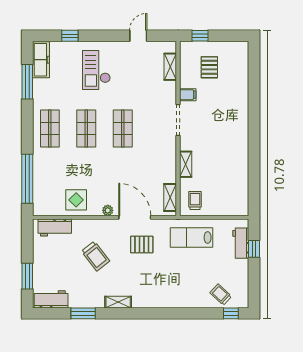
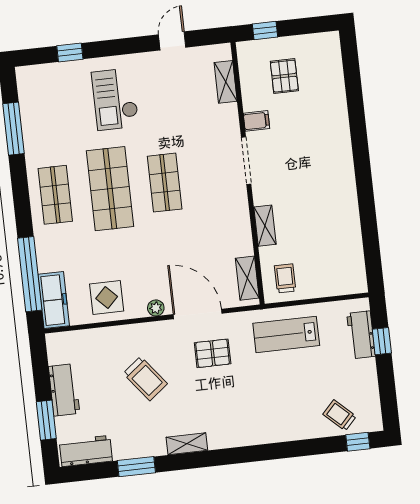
freezer: (41, 60) -> (54, 300), moved
shop shelf: (86, 128) -> (110, 189), width x1.43, depth x1.36
workbench: (55, 228) -> (64, 390), moved, turned -90

